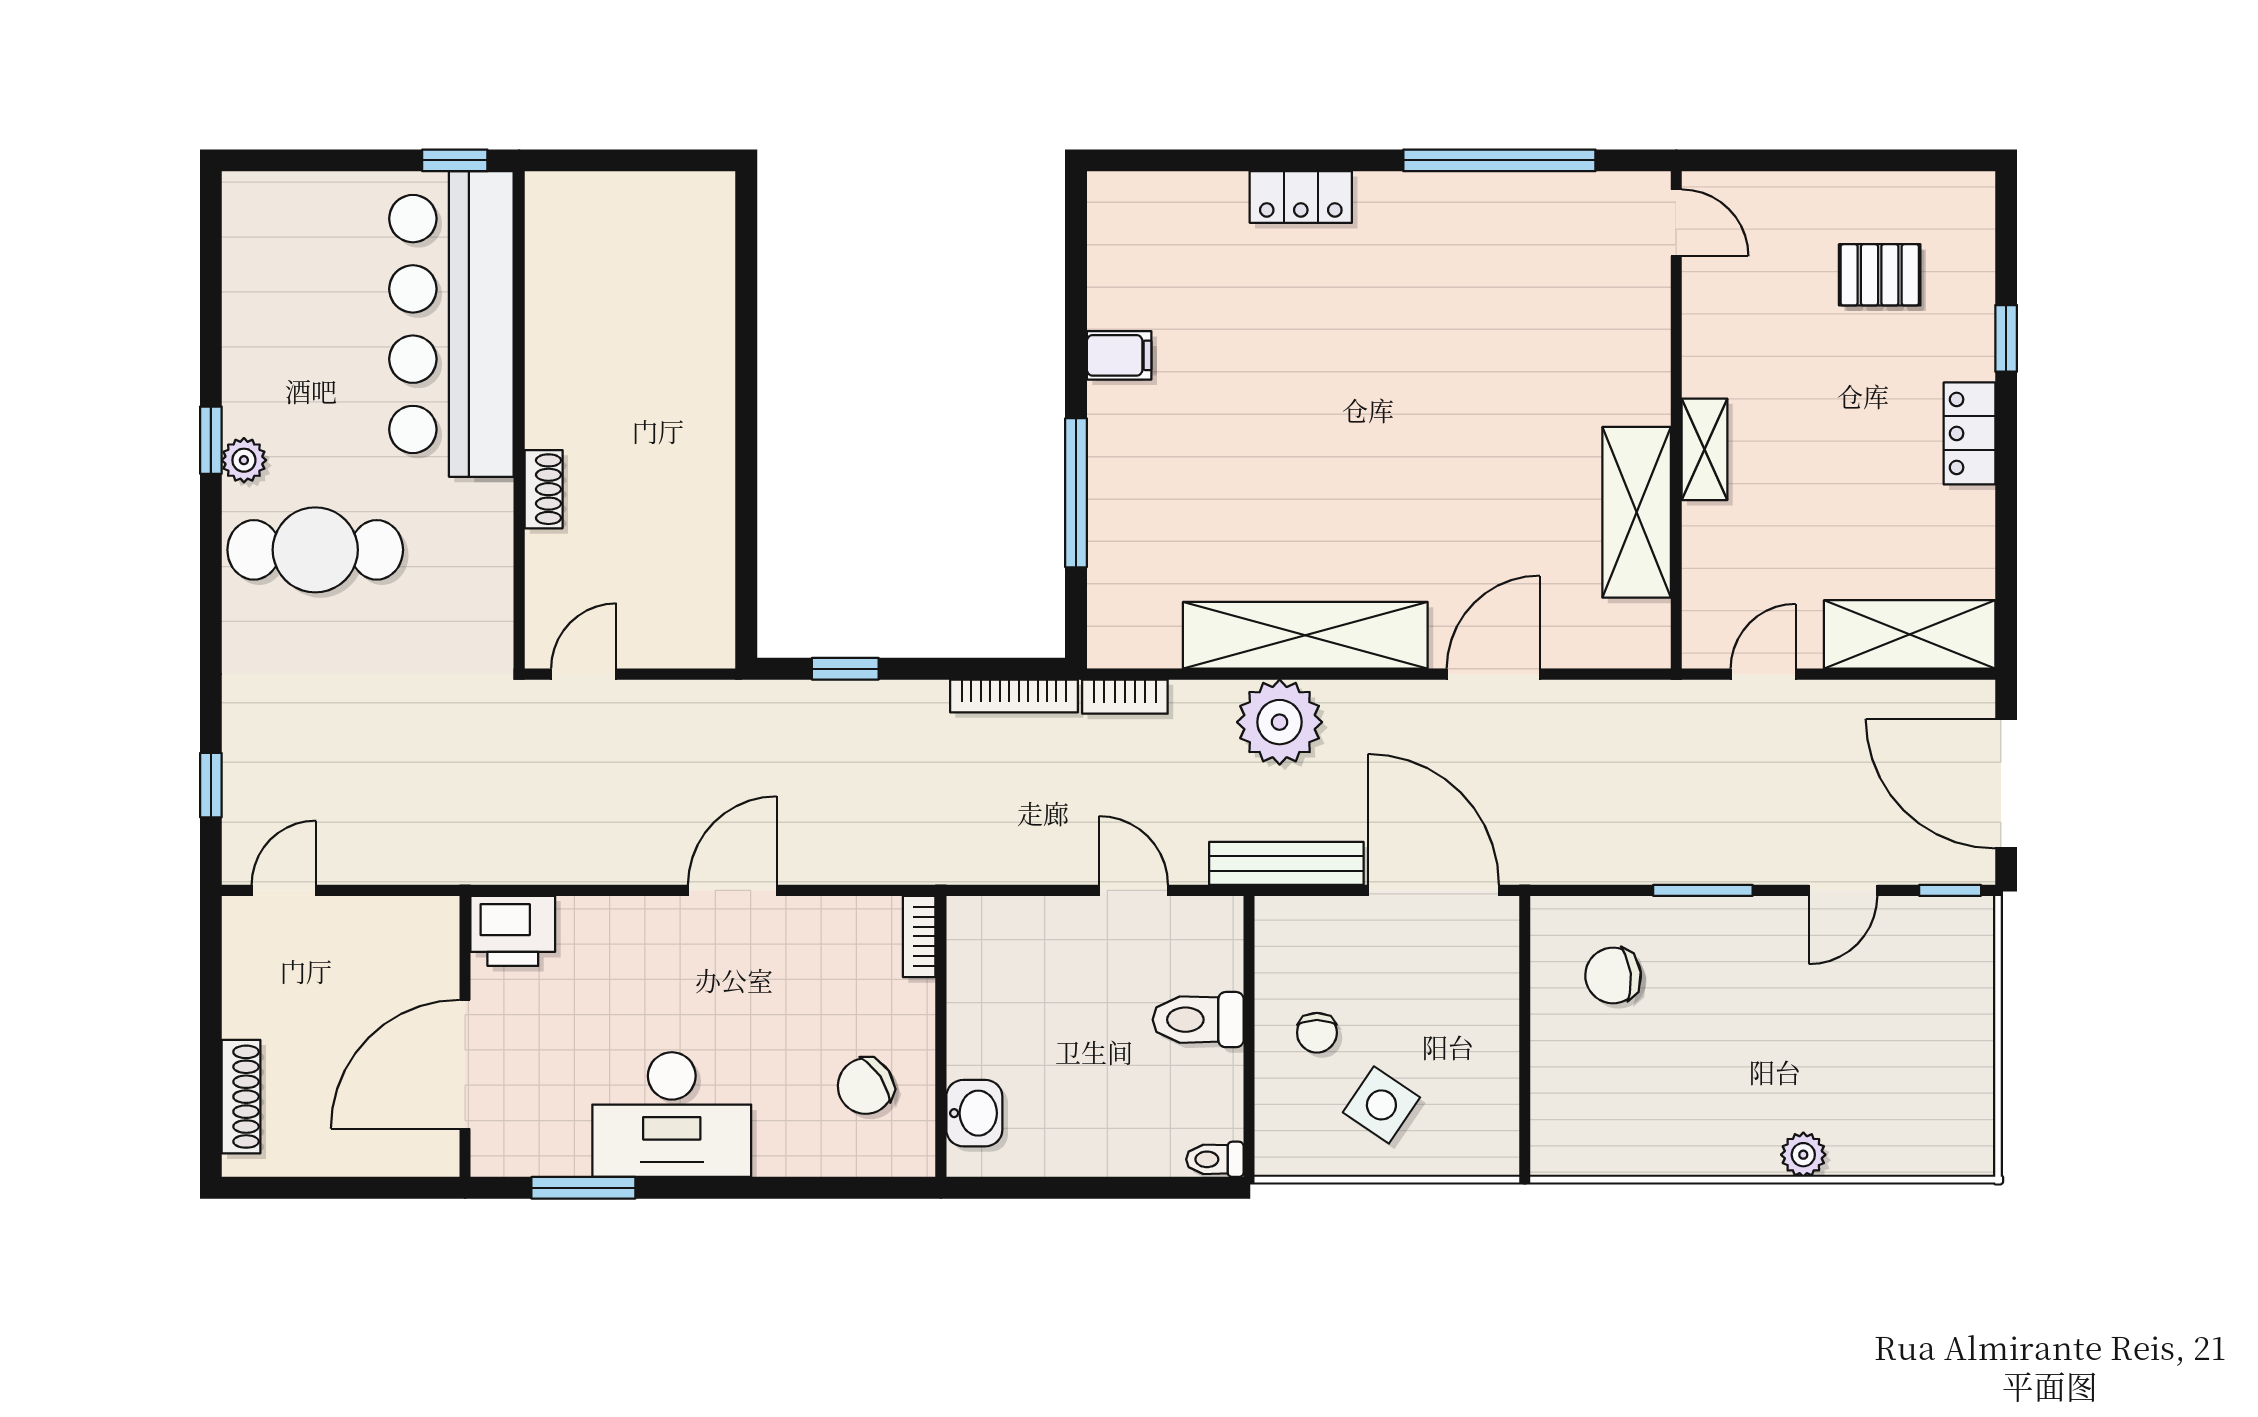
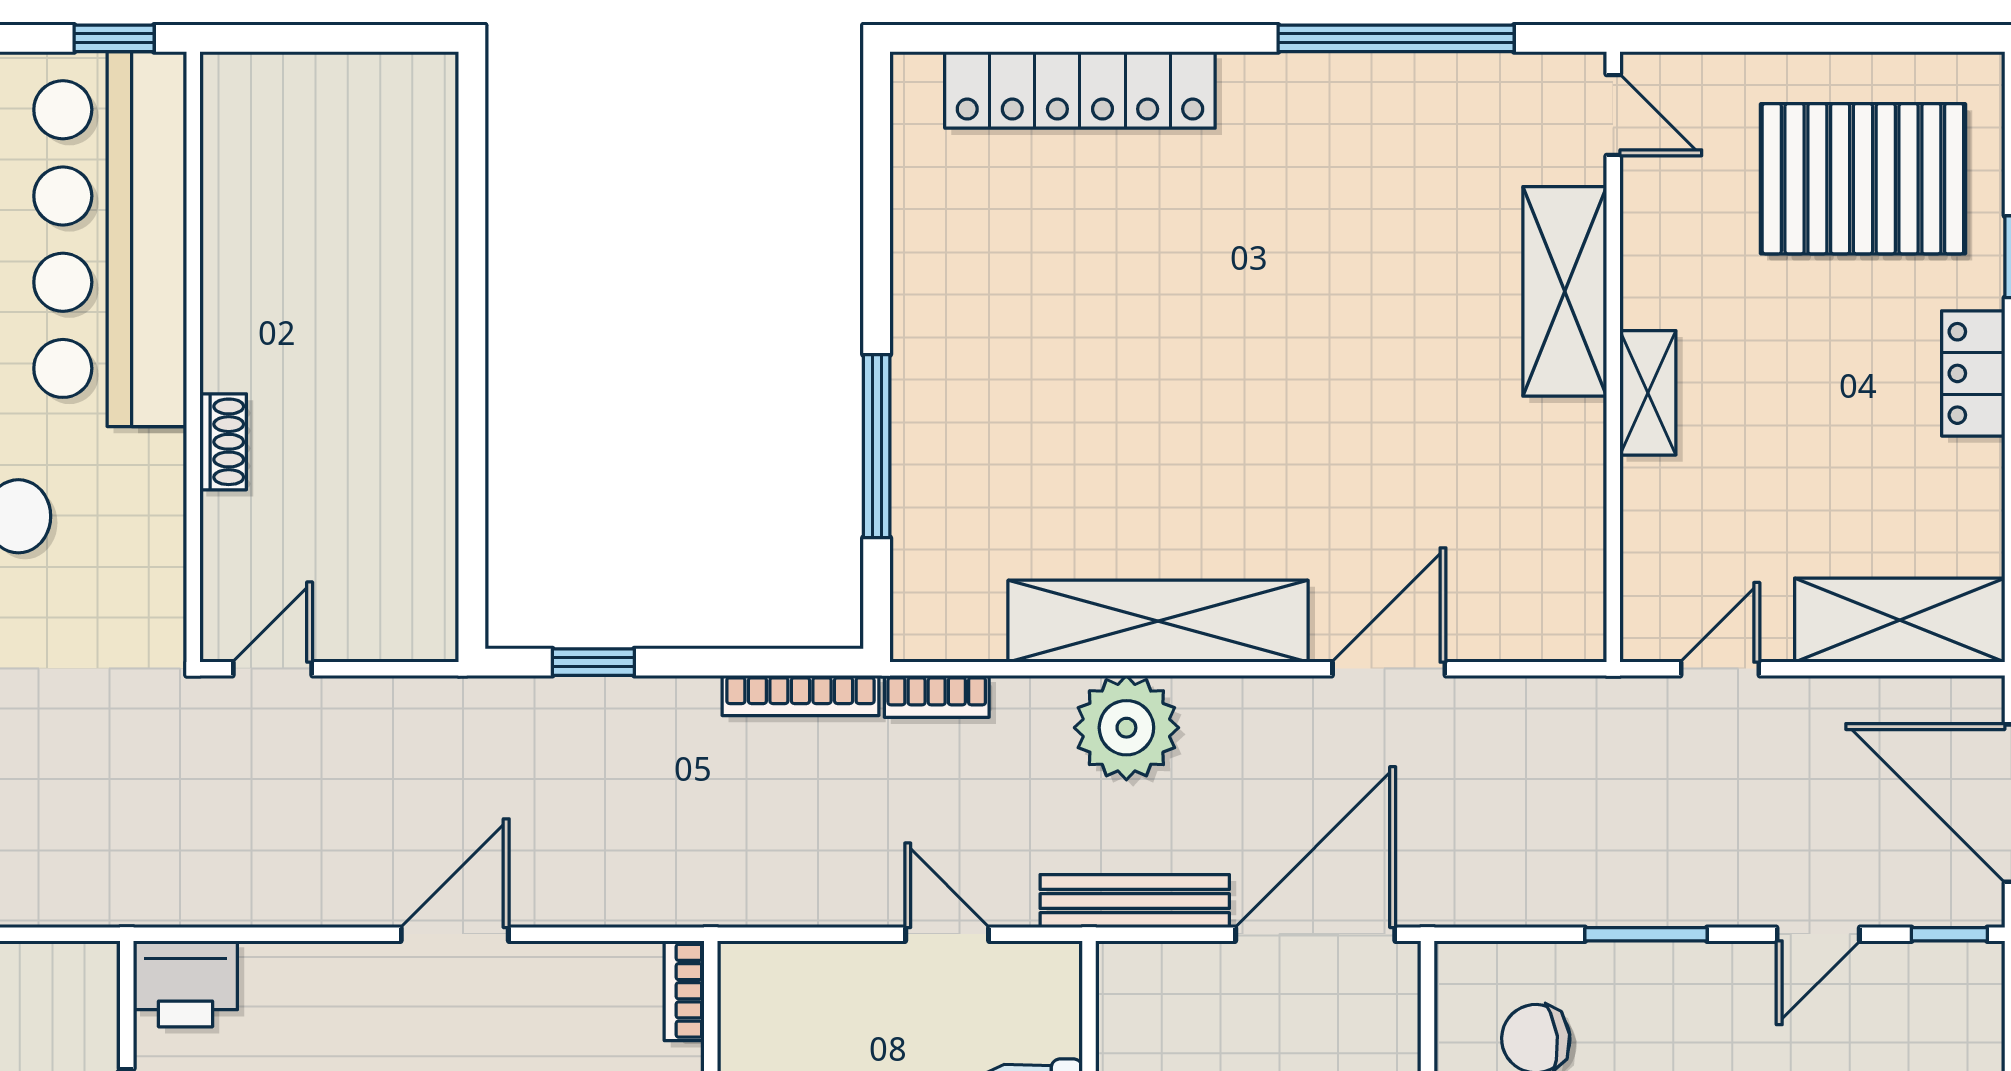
locker: (1301, 197) -> (1080, 90), width x2.16, depth x1.21
pallet: (1880, 275) -> (1863, 179), width x2.05, depth x2.00
filing cabinet: (1119, 355) -> (930, 278), removed
shelving: (1637, 512) -> (1565, 291), moved
door: (1433, 890) -> (1315, 934), hinge flipped

